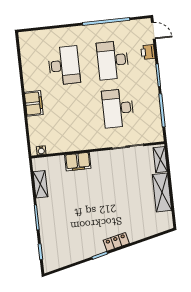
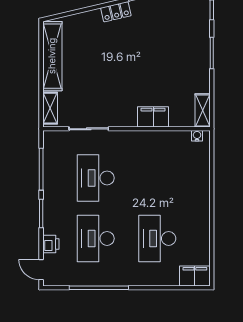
desk: (113, 60) -> (96, 238), turned 180
filing cabinet: (34, 103) -> (195, 276), moved, turned 90
desk: (118, 108) -> (96, 178), turned 180
shelving: (40, 184) -> (203, 110), moved
shelving: (162, 192) -> (52, 56), width x1.47

